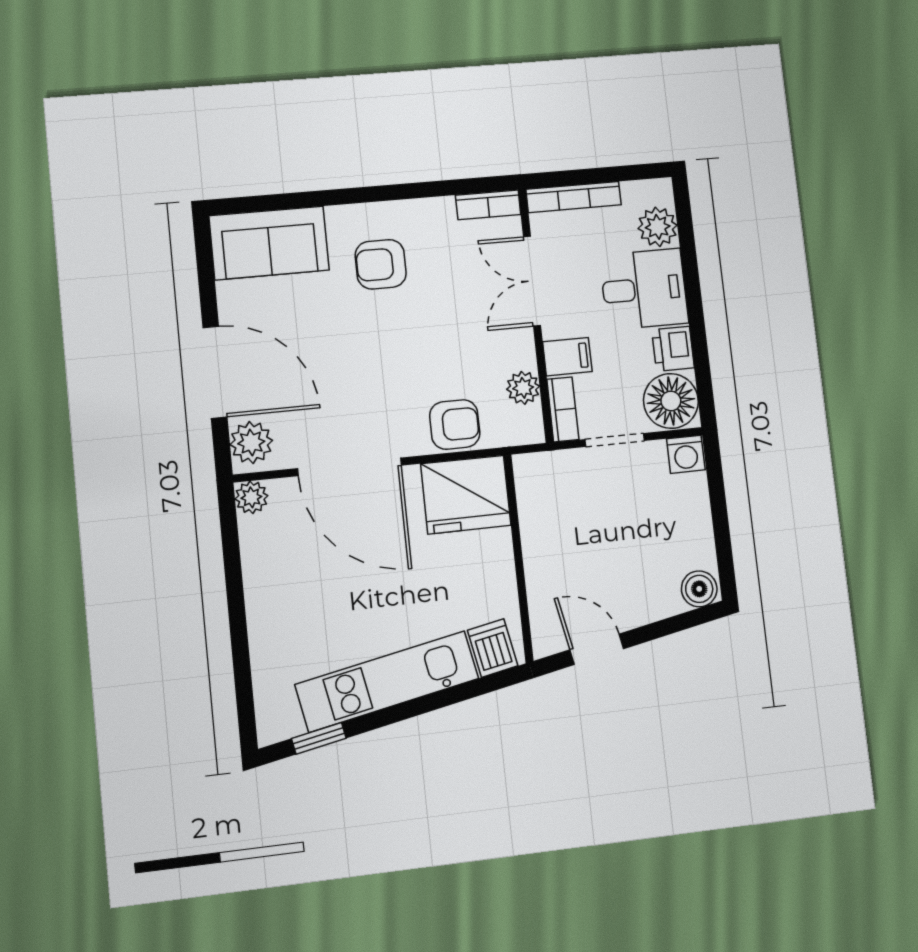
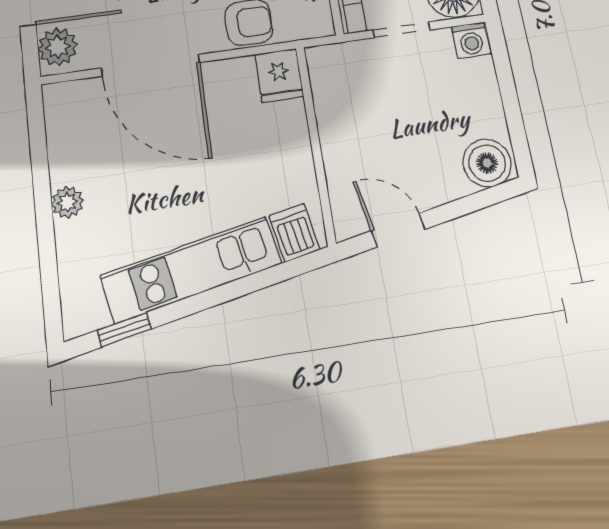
fridge: (466, 495) -> (279, 75), width x0.53, depth x0.75
plant: (251, 497) -> (67, 202), moved
boiler: (699, 589) -> (487, 163), width x1.36, depth x1.36

